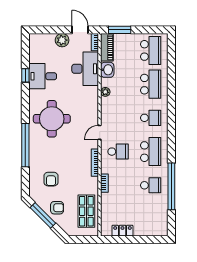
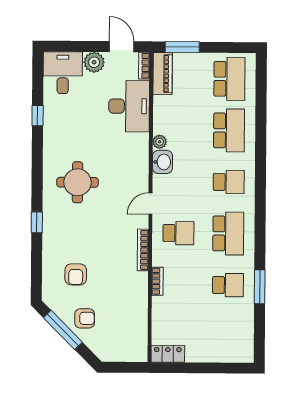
washbasin: (107, 70) -> (162, 162), moved
desk: (43, 76) -> (63, 73), moved, turned 90
round table: (52, 119) -> (77, 182), width x0.73, depth x0.73
window: (25, 145) -> (37, 222), width x0.32
window: (171, 186) -> (260, 287), width x0.47
shop shelf: (86, 211) -> (129, 324), removed
locker: (122, 231) -> (168, 354), moved

